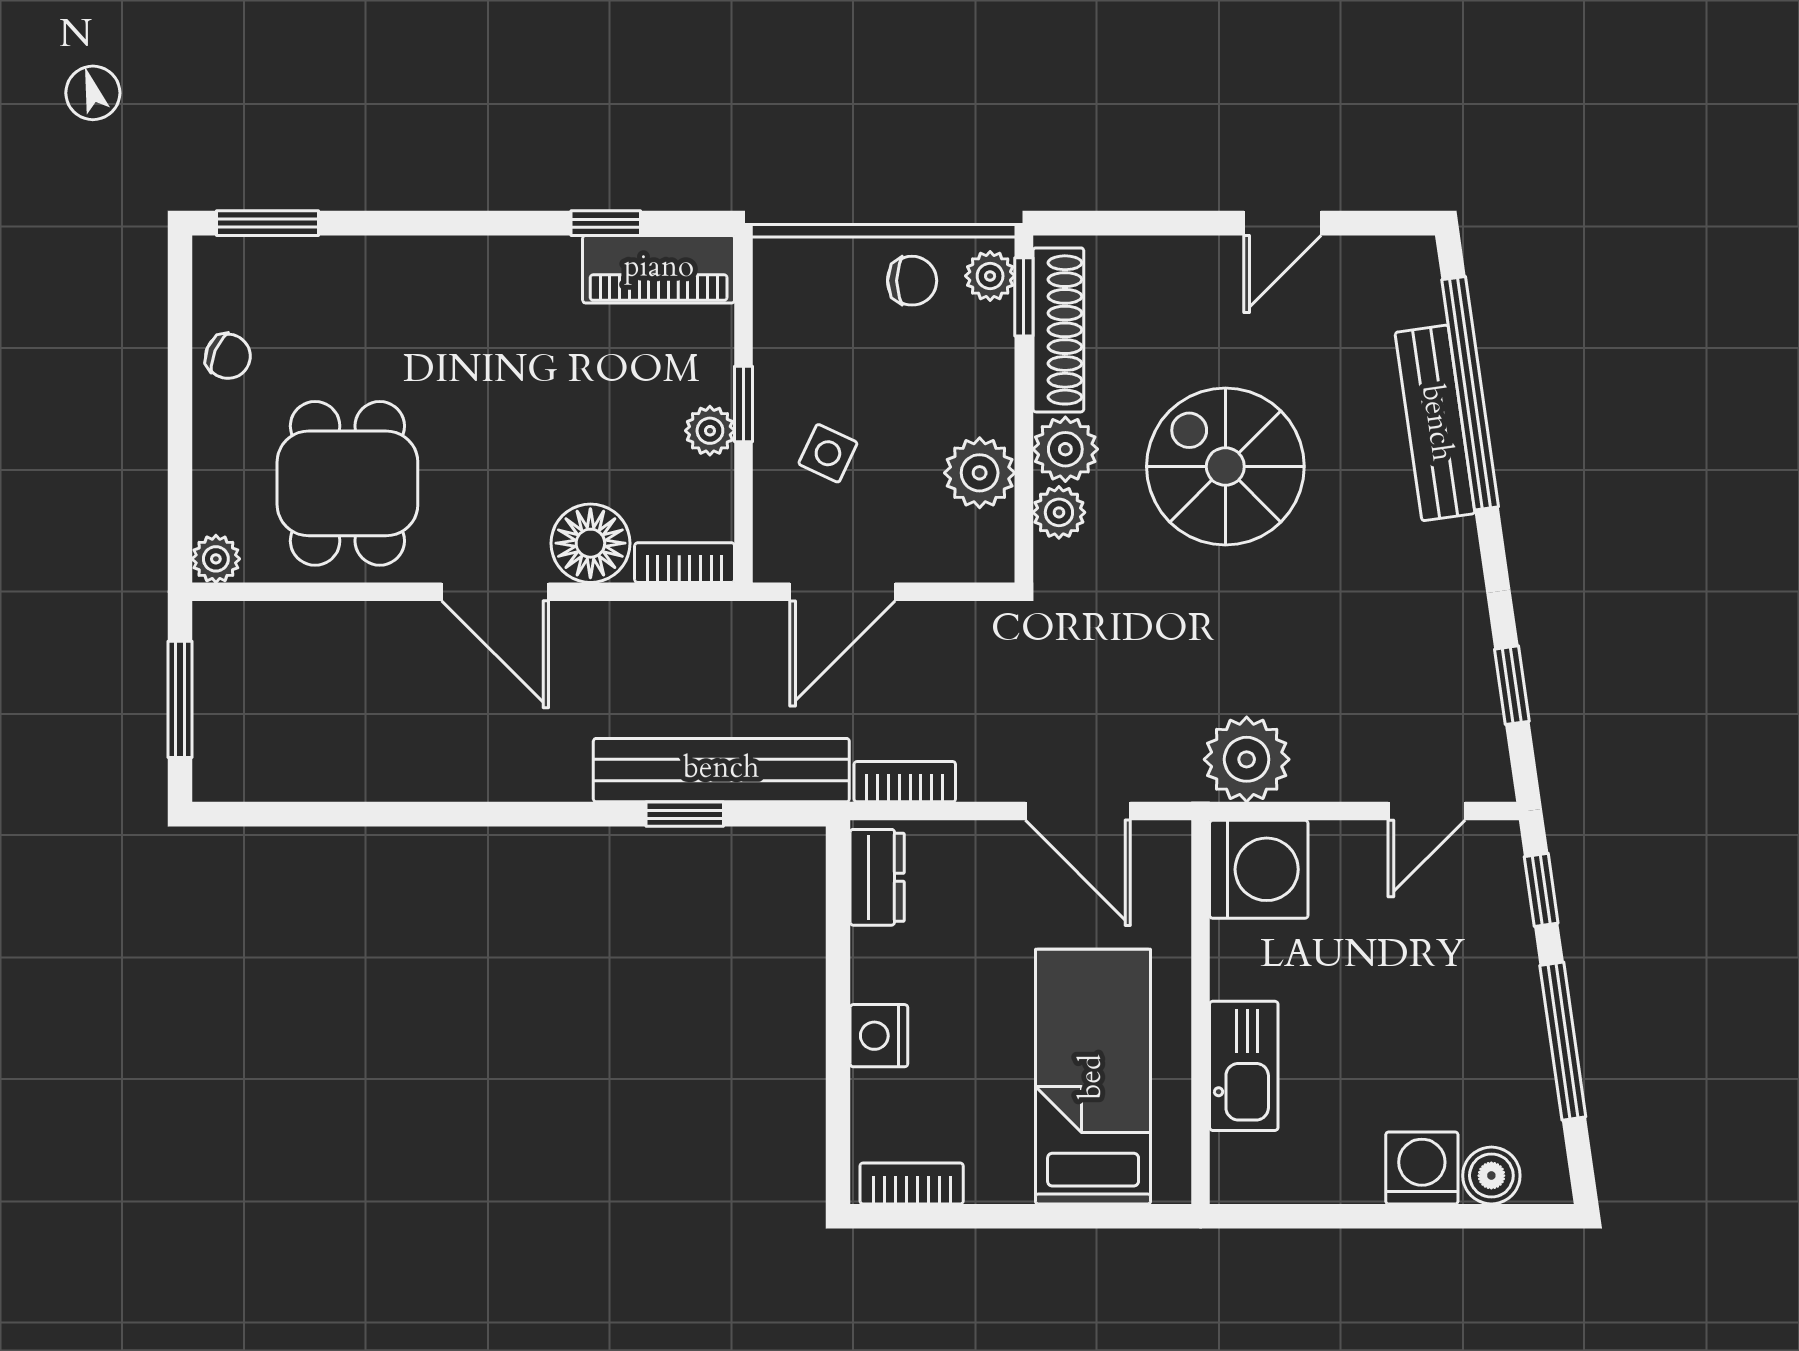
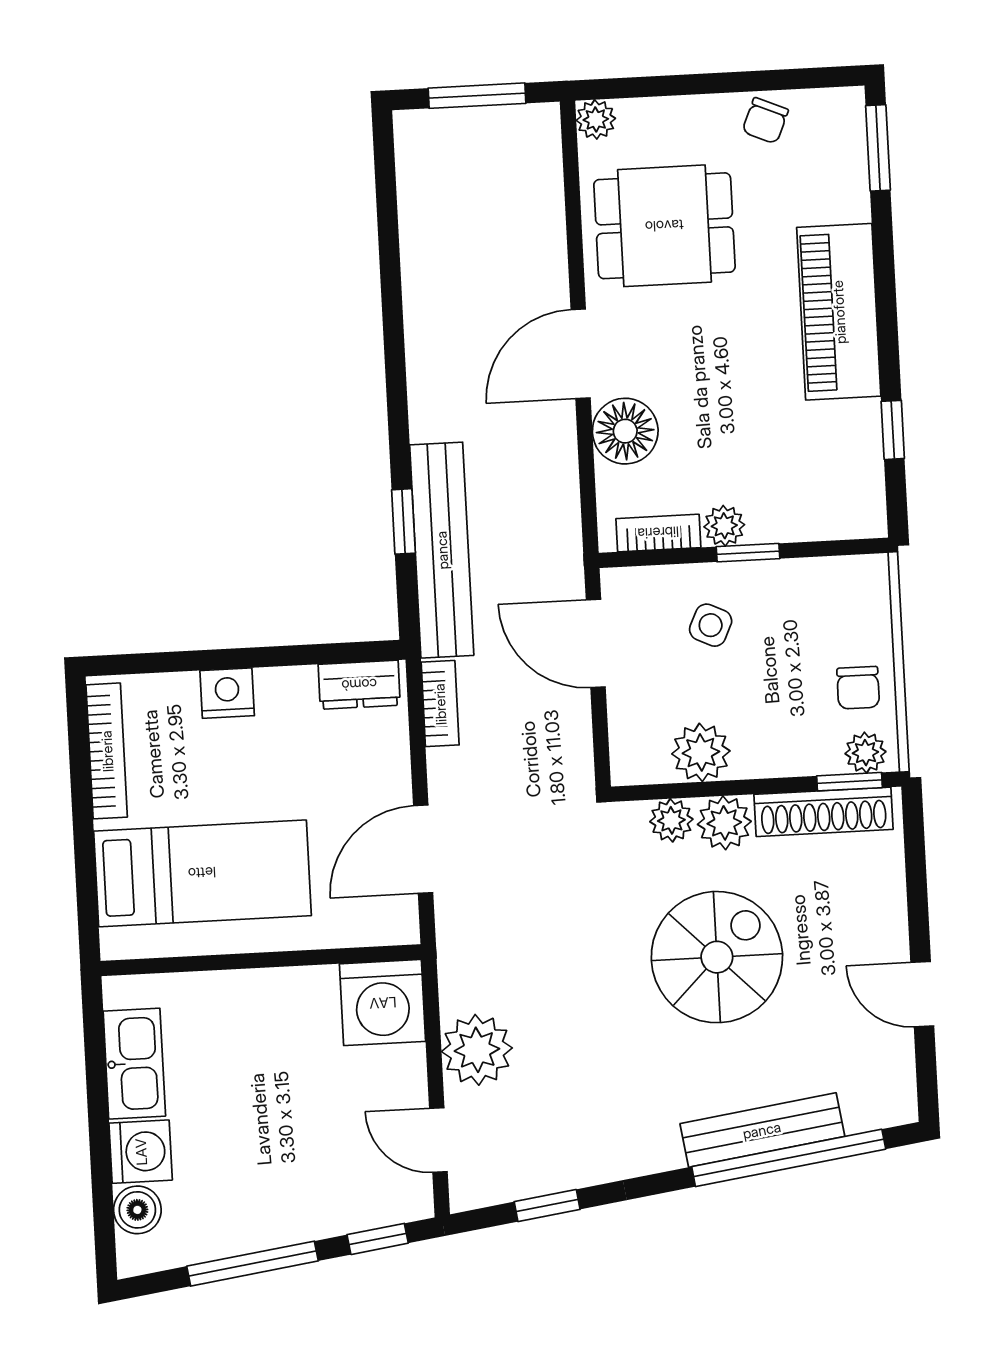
piano: (659, 269) -> (839, 312), moved, width x1.37, depth x1.33
bookcase: (685, 563) -> (658, 533), moved, turned -90
plant: (1247, 759) -> (477, 1050), moved
kitchen sink: (1244, 1066) -> (134, 1064), moved, turned -90
bookcase: (912, 1183) -> (107, 751), width x1.56

